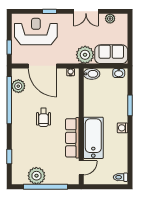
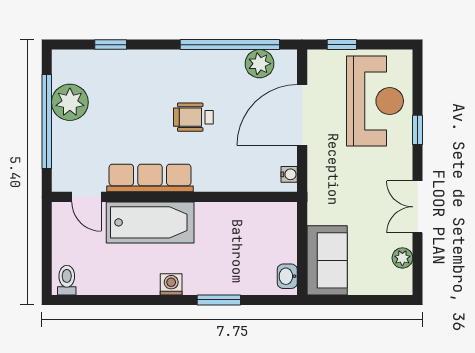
plant: (85, 55) -> (326, 205), removed
bidet: (92, 74) -> (285, 219), removed

